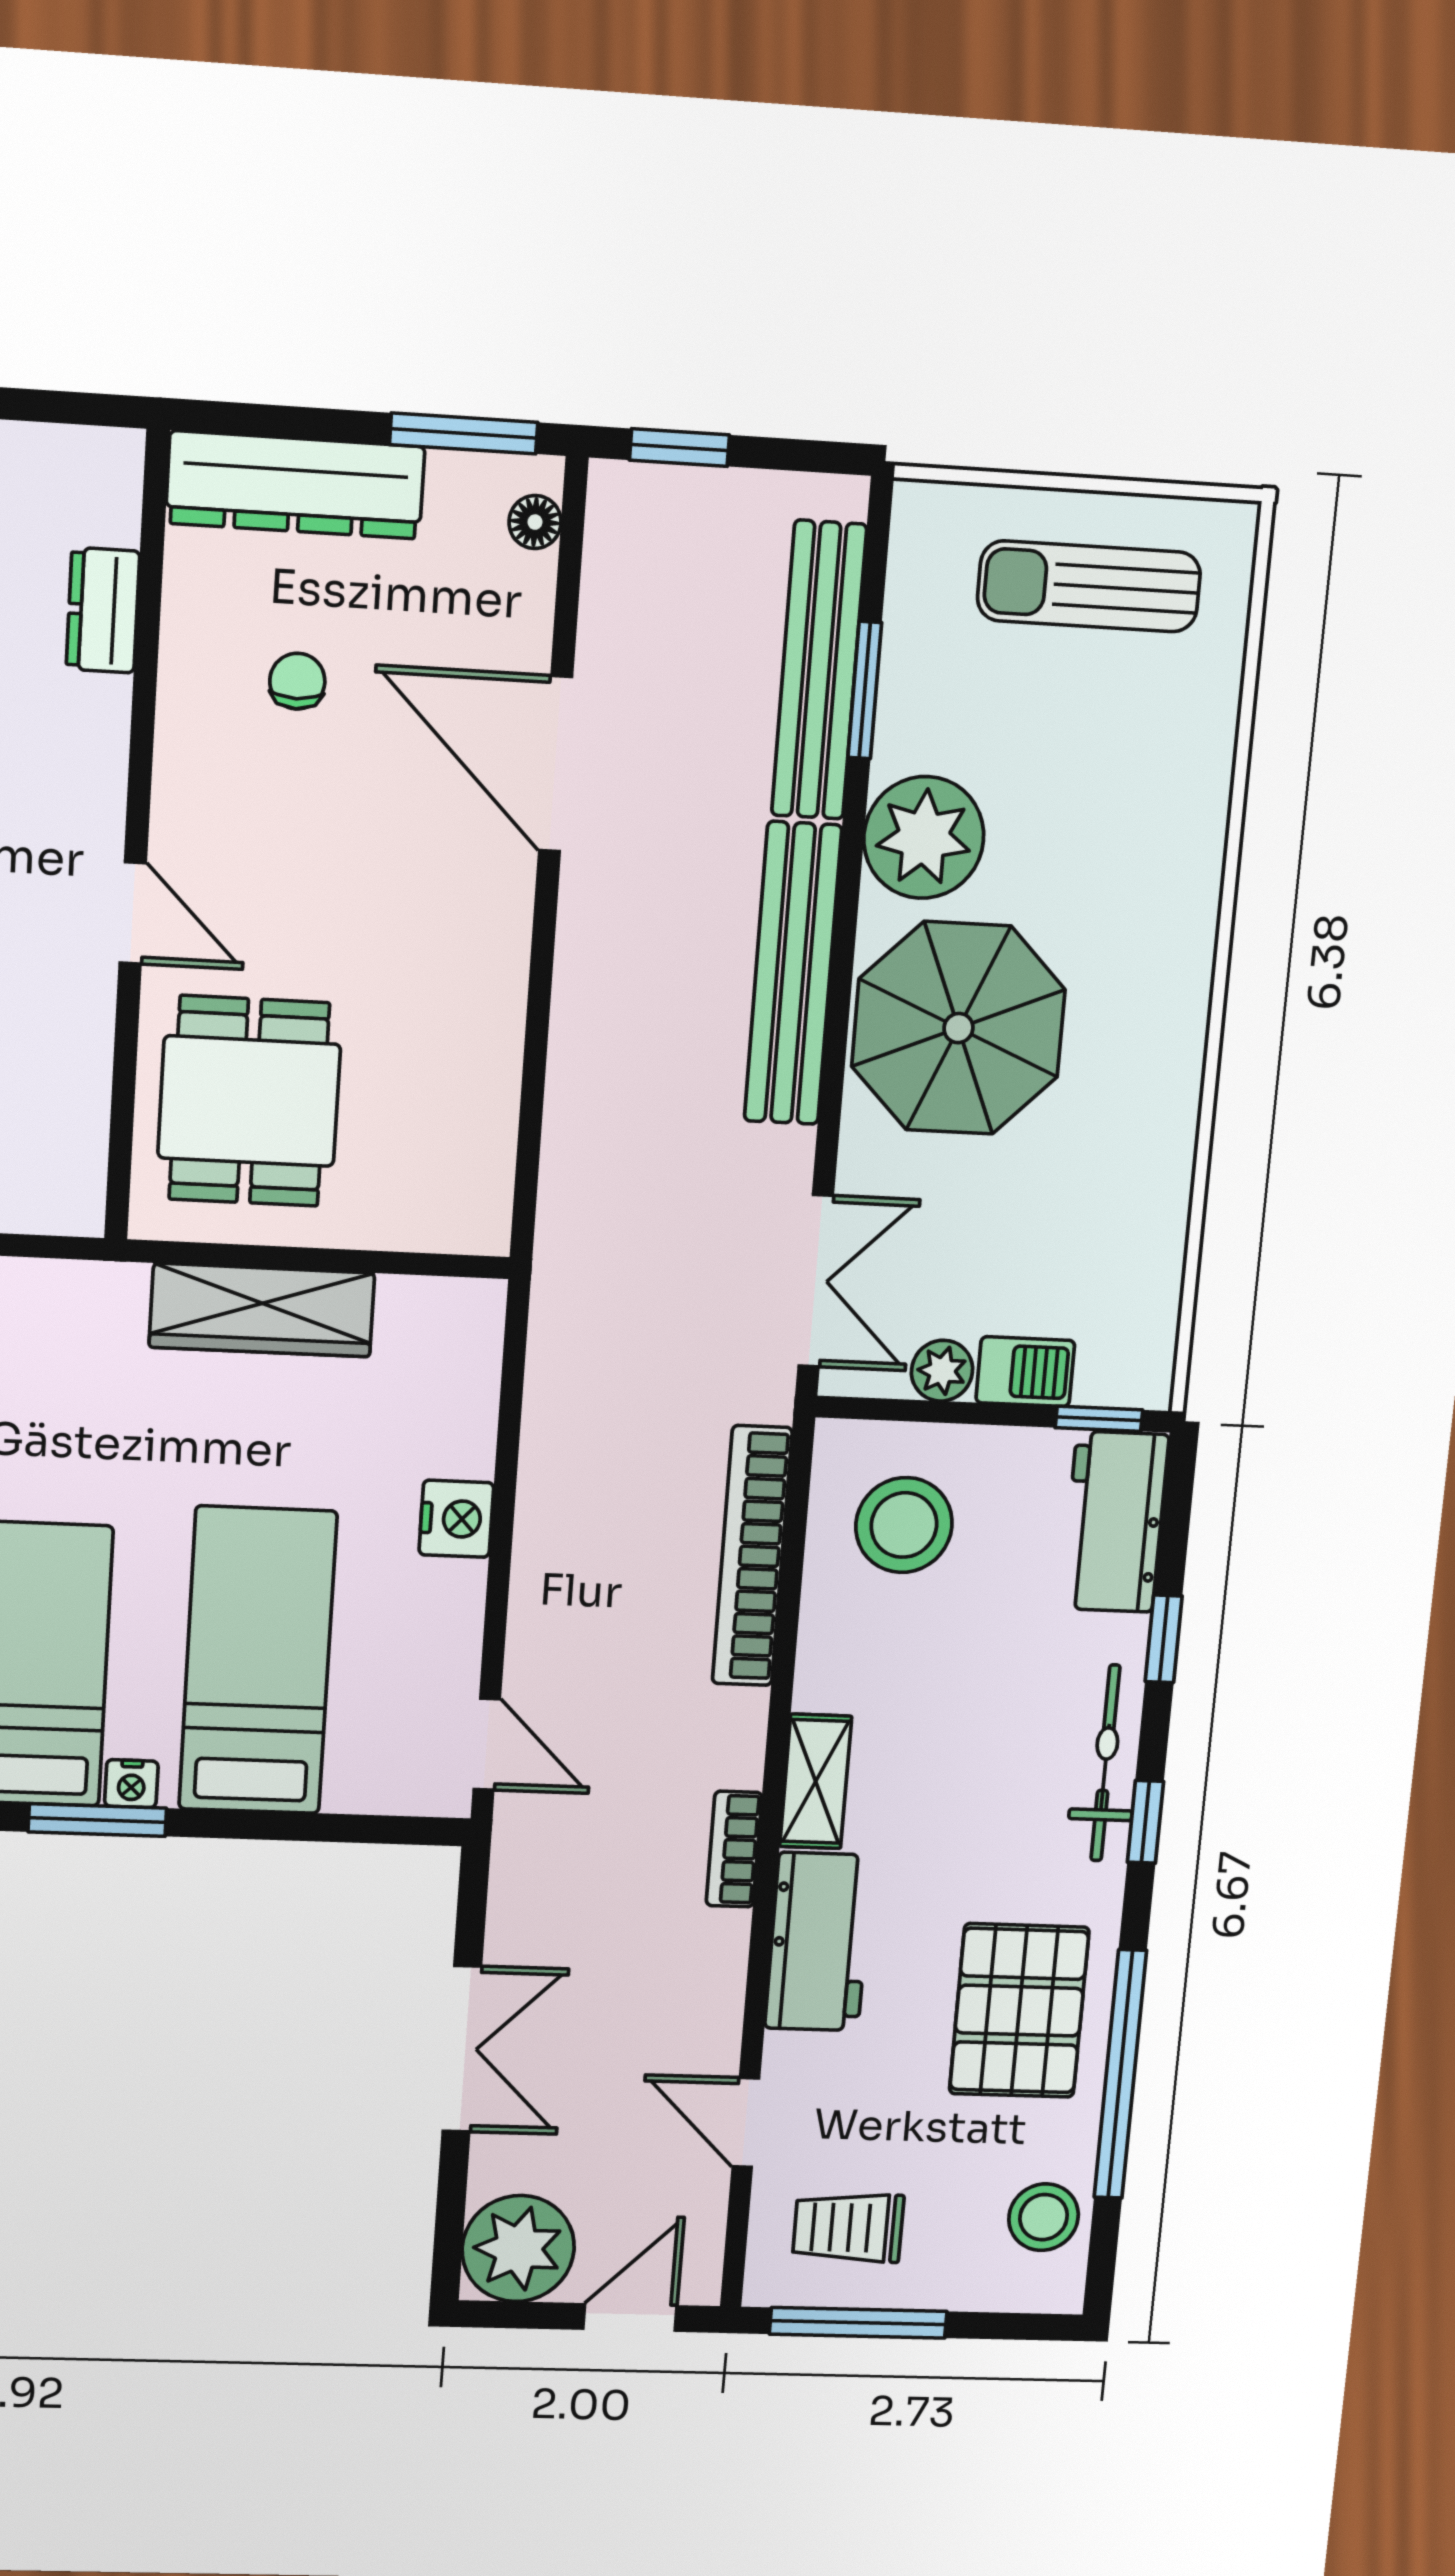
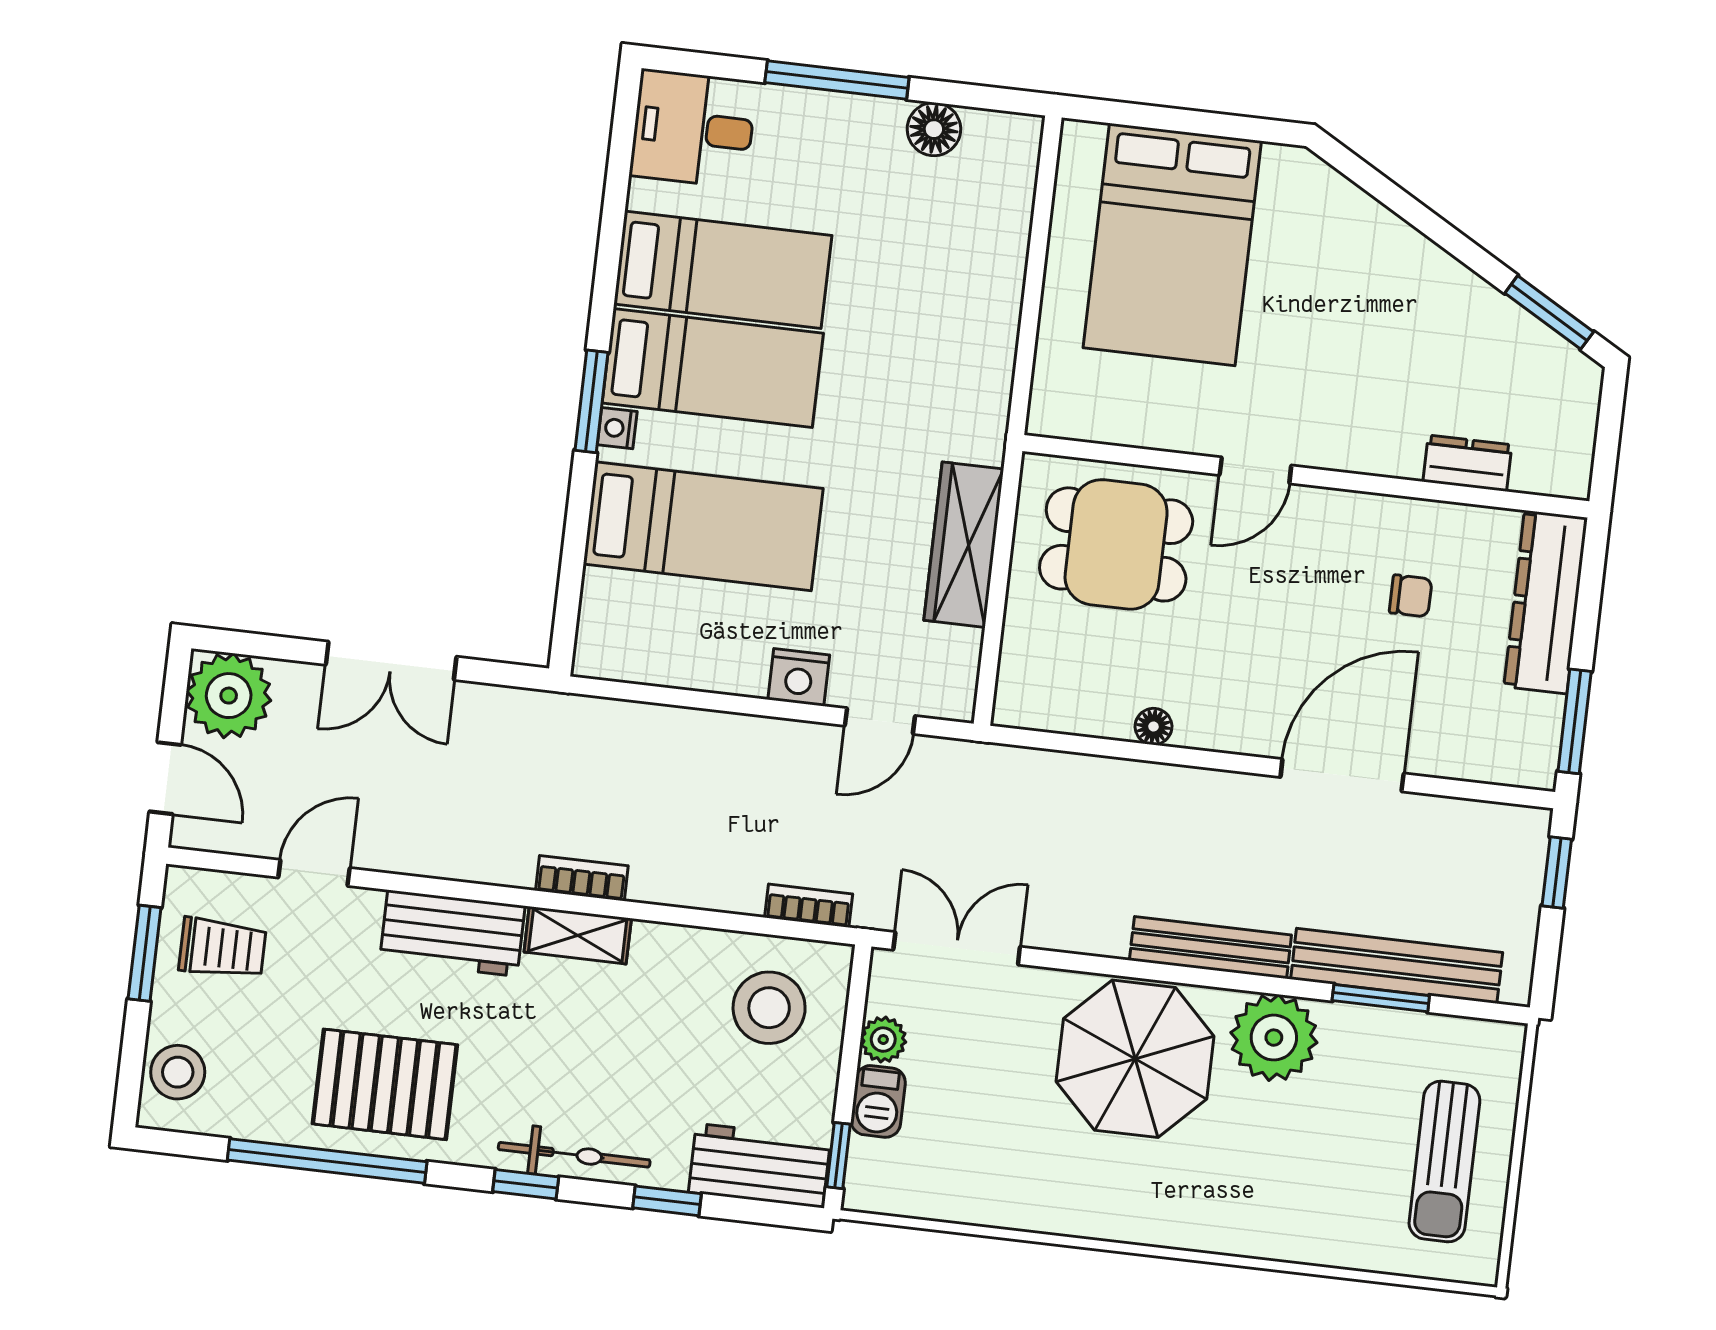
floor lamp: (535, 522) -> (1153, 727), moved
sun lounger: (1089, 586) -> (1444, 1162), turned 180
bench: (793, 974) -> (1210, 948), width x0.73, depth x0.82
double door: (816, 1281) -> (957, 948), swing flipped
bookcase: (752, 1556) -> (809, 906), width x0.43, depth x0.76
door: (487, 1744) -> (880, 721), moved
bookcase: (734, 1849) -> (582, 878), moved
stool: (1044, 2217) -> (178, 1072), moved
trolley: (848, 2228) -> (222, 948), turned 90
window: (858, 2323) -> (145, 953), width x0.69

